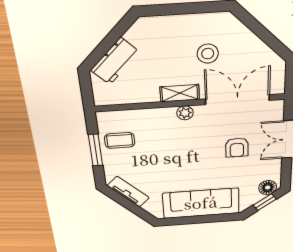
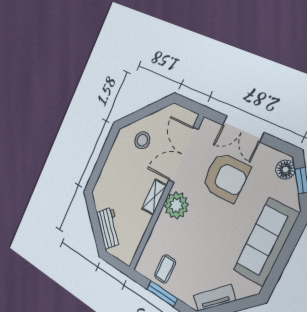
stool: (208, 54) -> (142, 140), moved
plant: (185, 113) -> (176, 205), width x1.87, depth x1.87
armchair: (237, 148) -> (226, 177), width x1.88, depth x1.88

